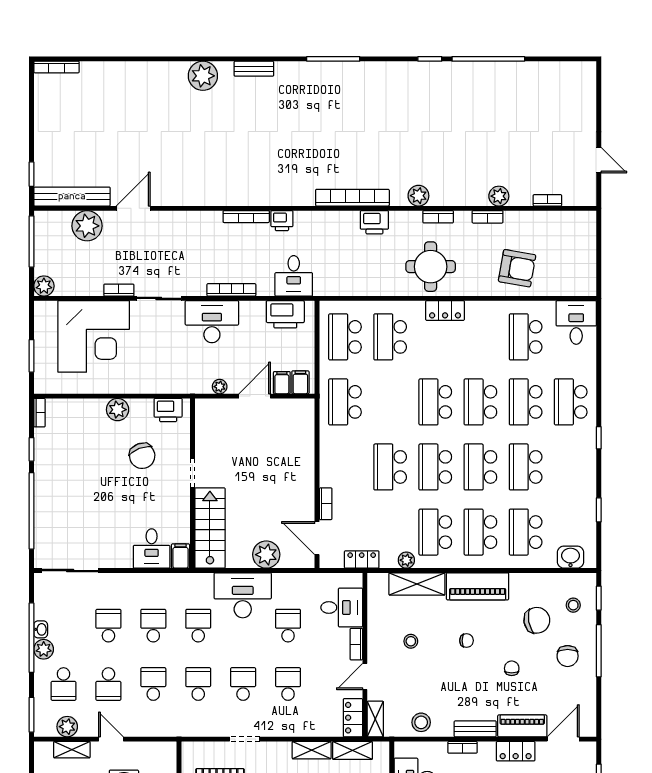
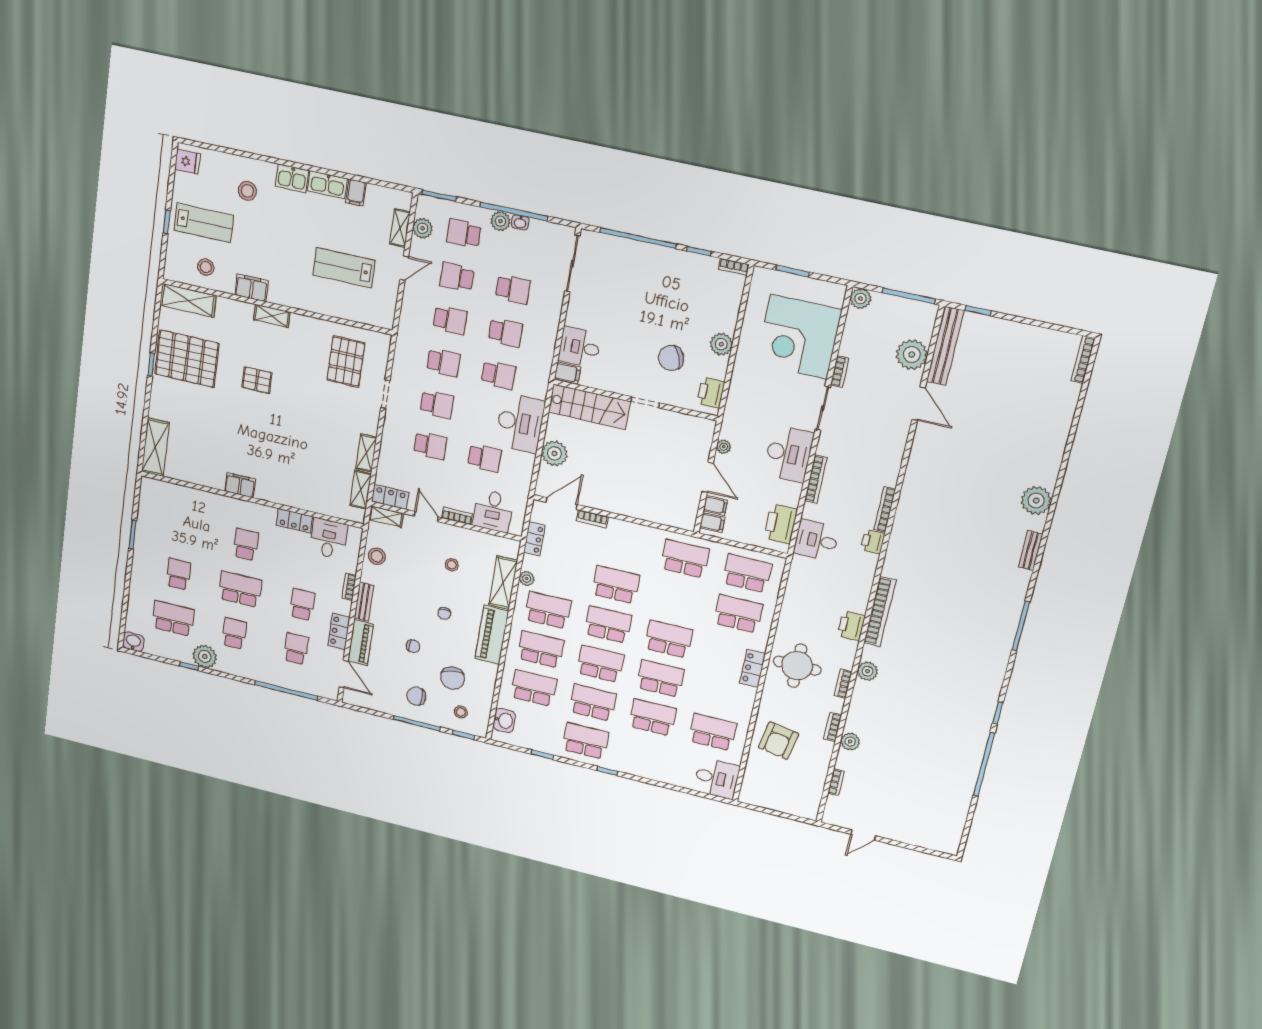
school desk: (571, 402) -> (585, 741), moved

